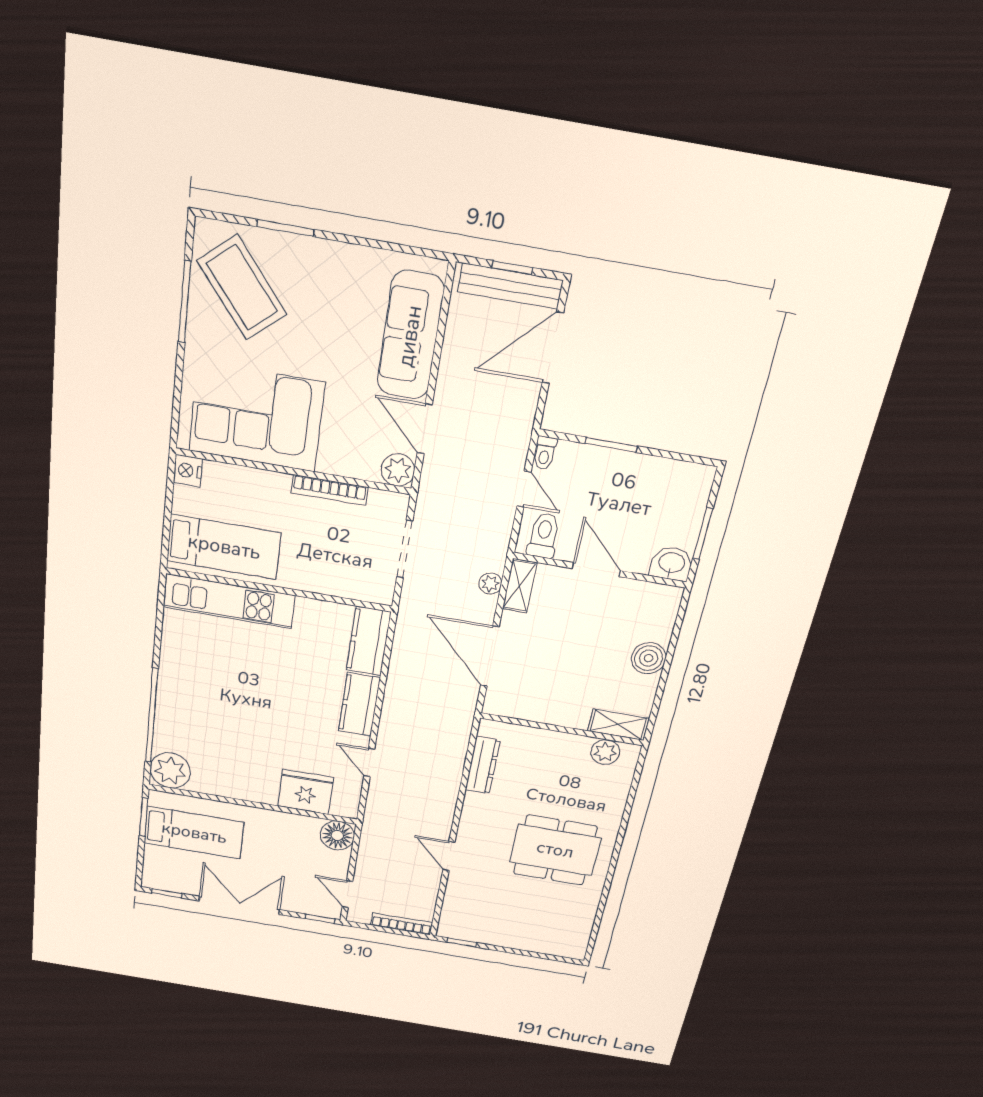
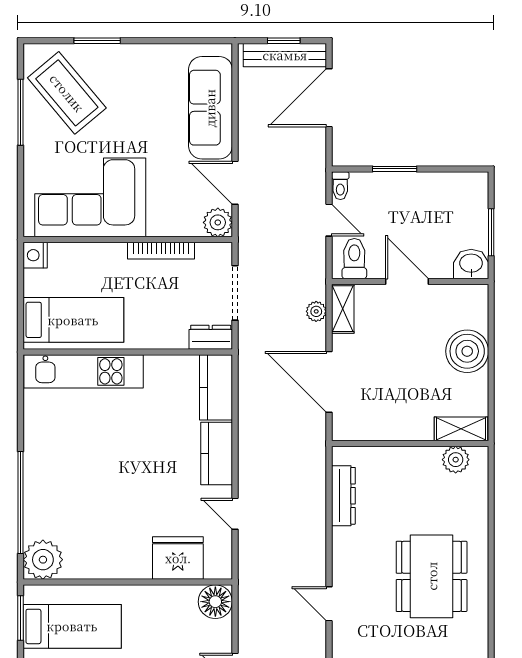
dresser: (371, 590) -> (211, 337), added
boiler: (649, 658) -> (467, 351), width x1.37, depth x1.37
dining table: (555, 850) -> (432, 576), turned 90

